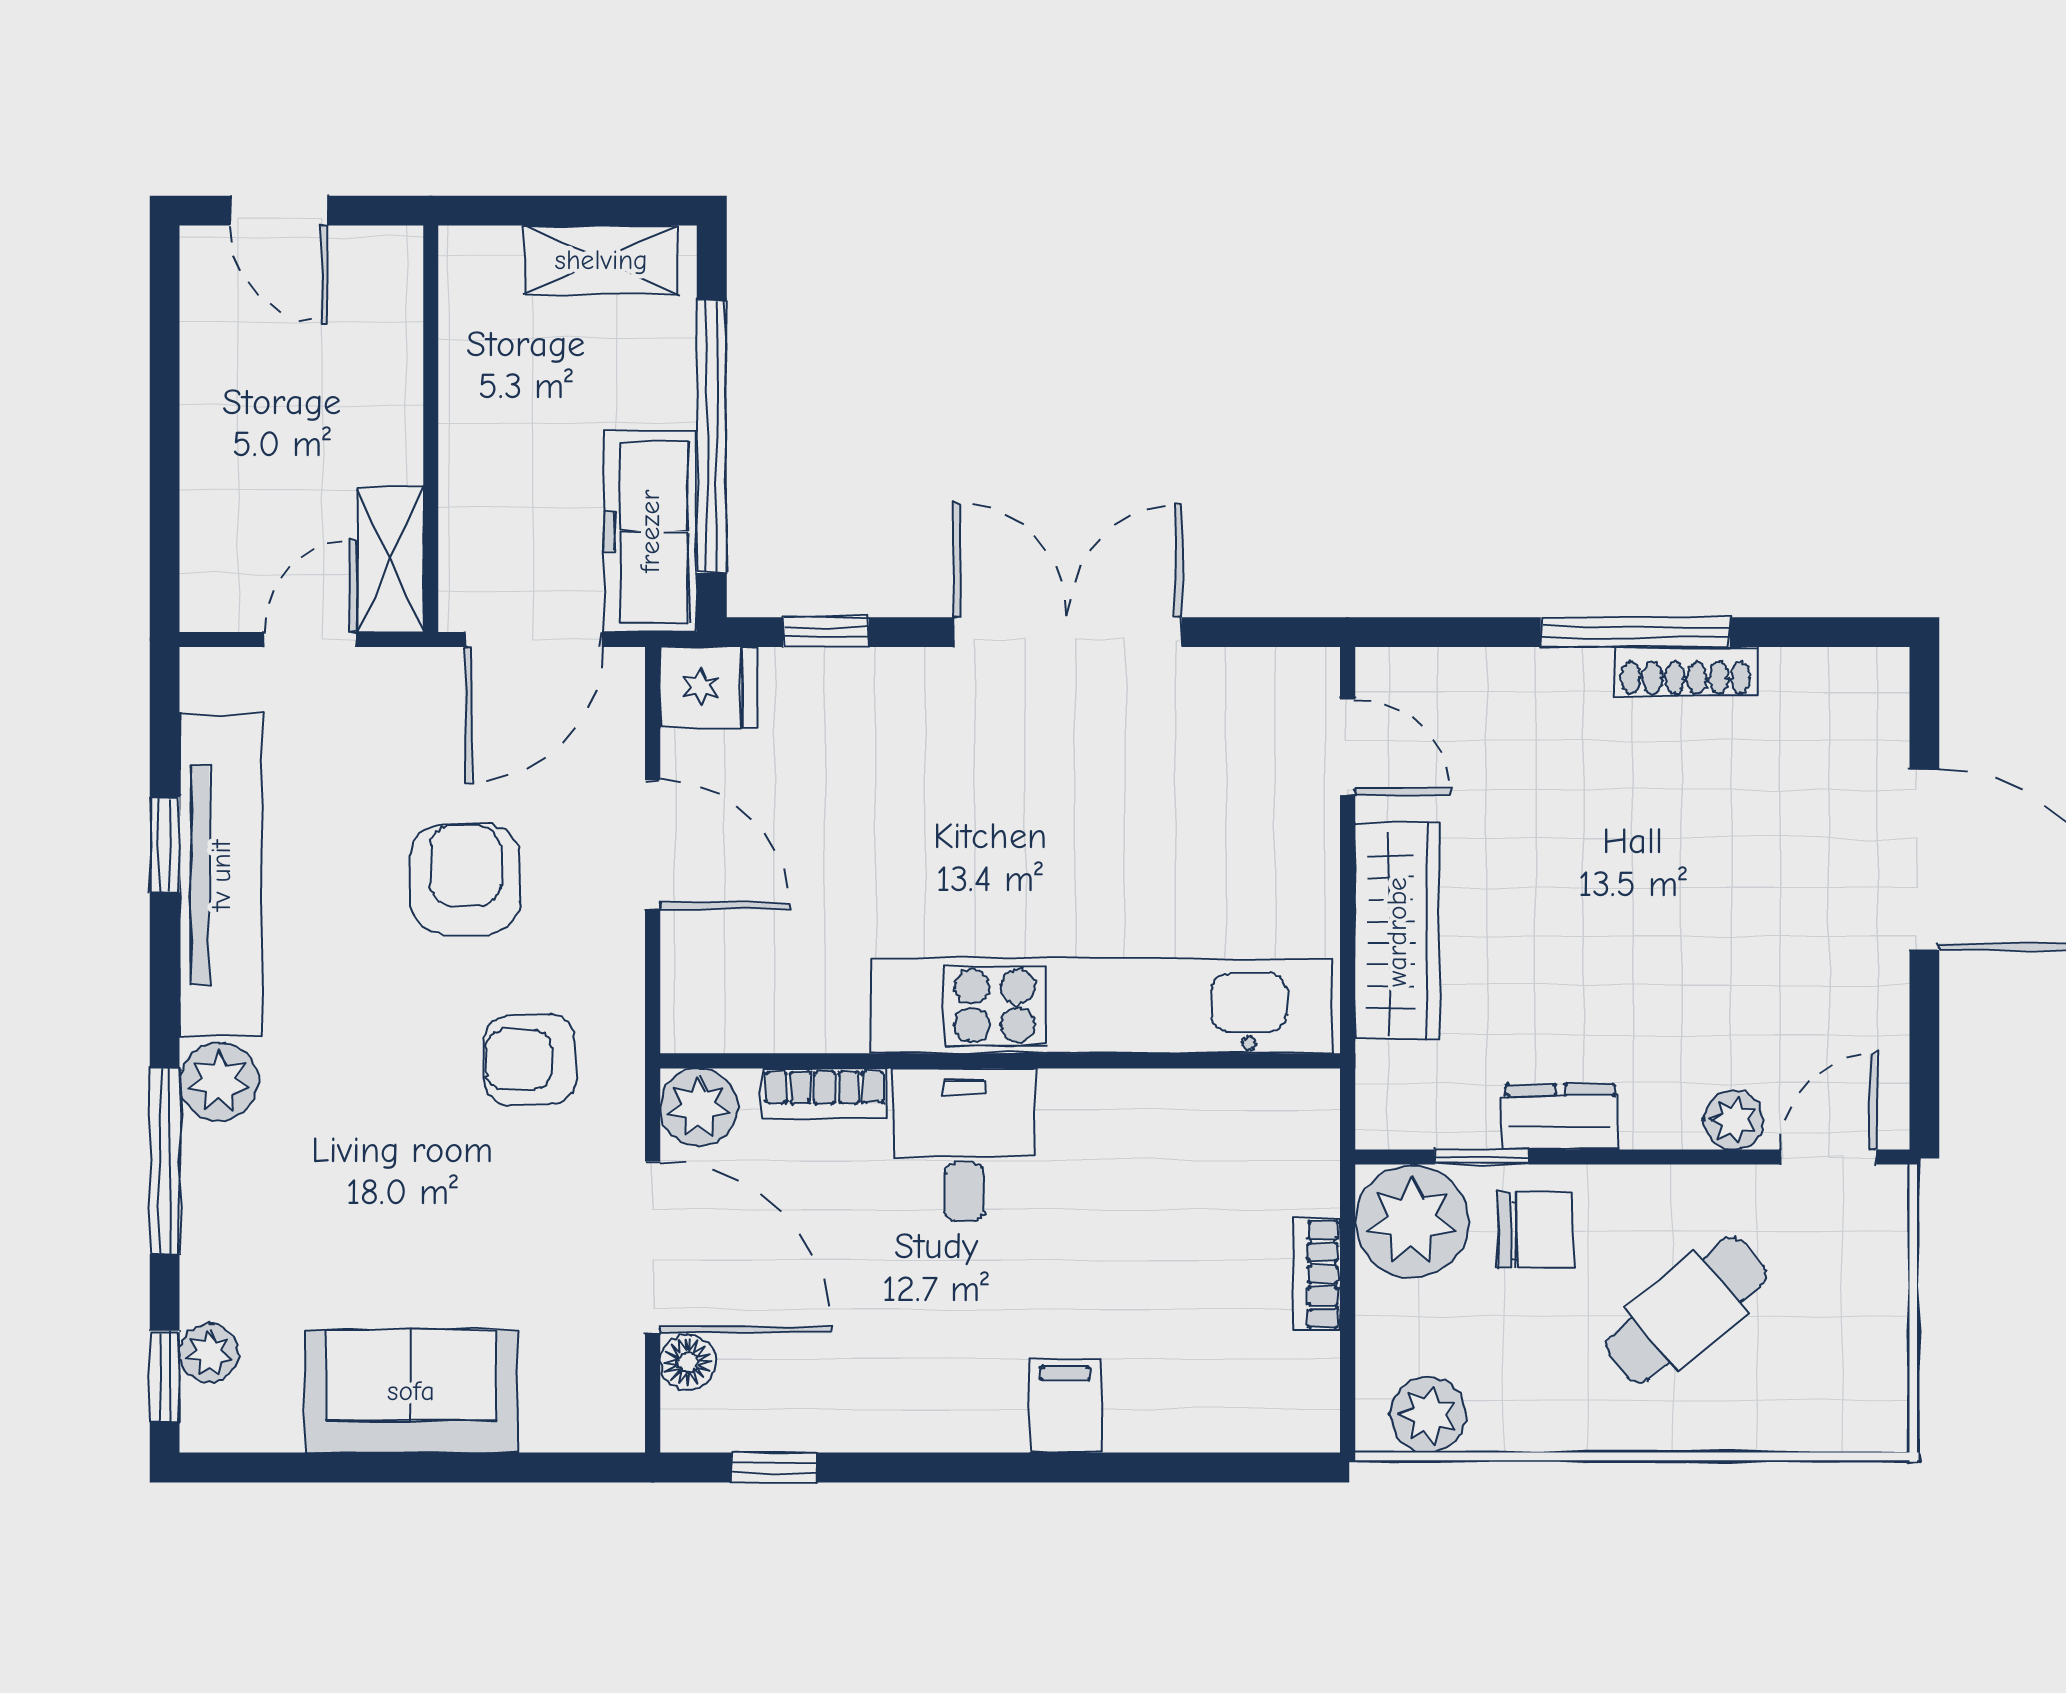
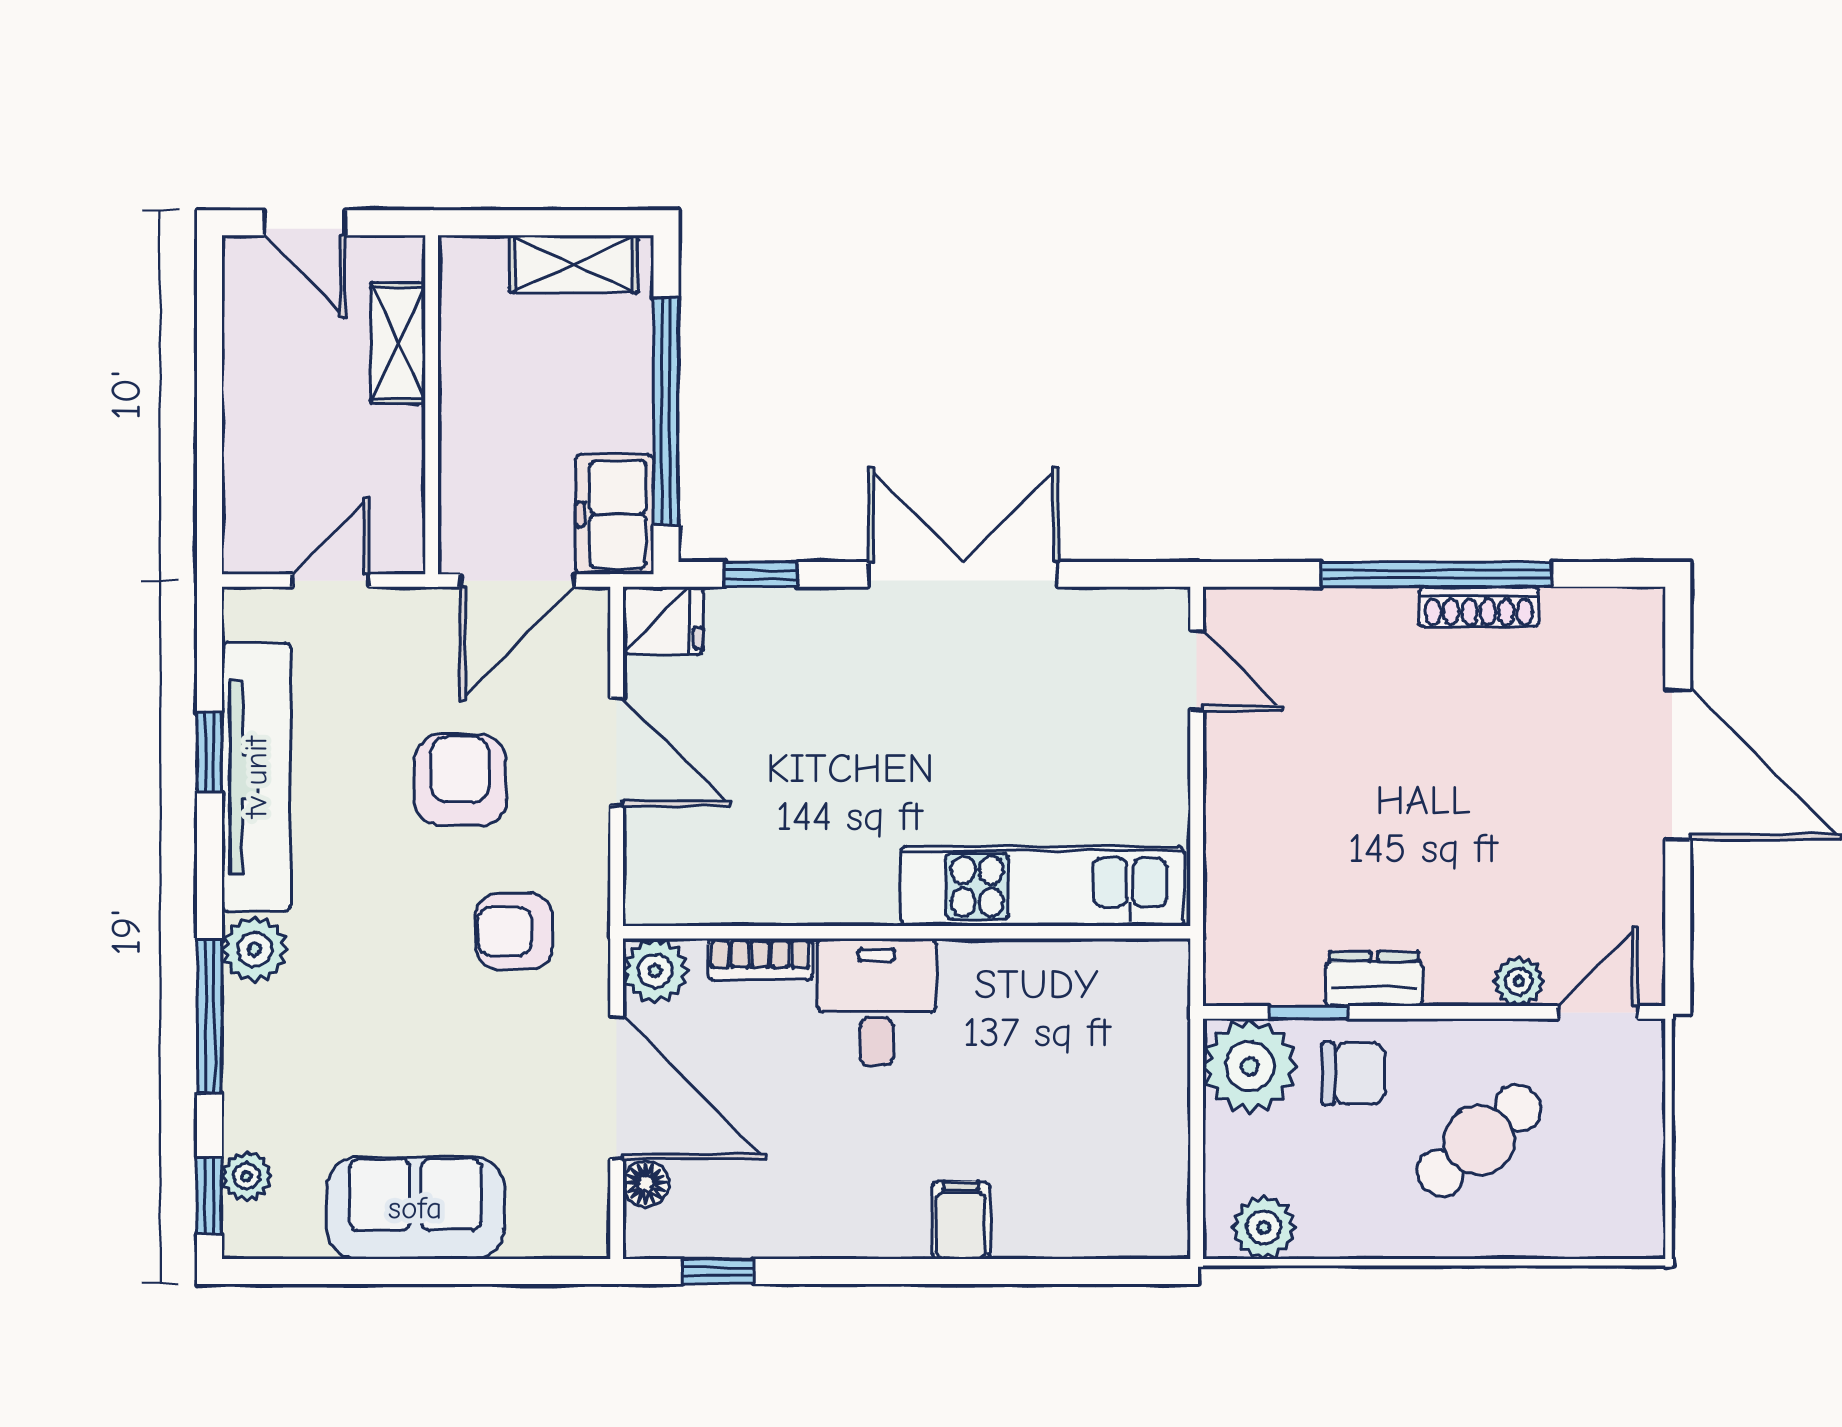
freezer: (650, 531) -> (615, 514), width x0.71
shelving: (391, 559) -> (398, 343), moved
window: (1635, 632) -> (1437, 574), width x1.46
wardrobe: (1397, 932) -> (1238, 825), removed
kitchen unit: (1101, 1006) -> (1042, 886), width x0.73
bookcase: (1317, 1274) -> (1171, 1110), removed

